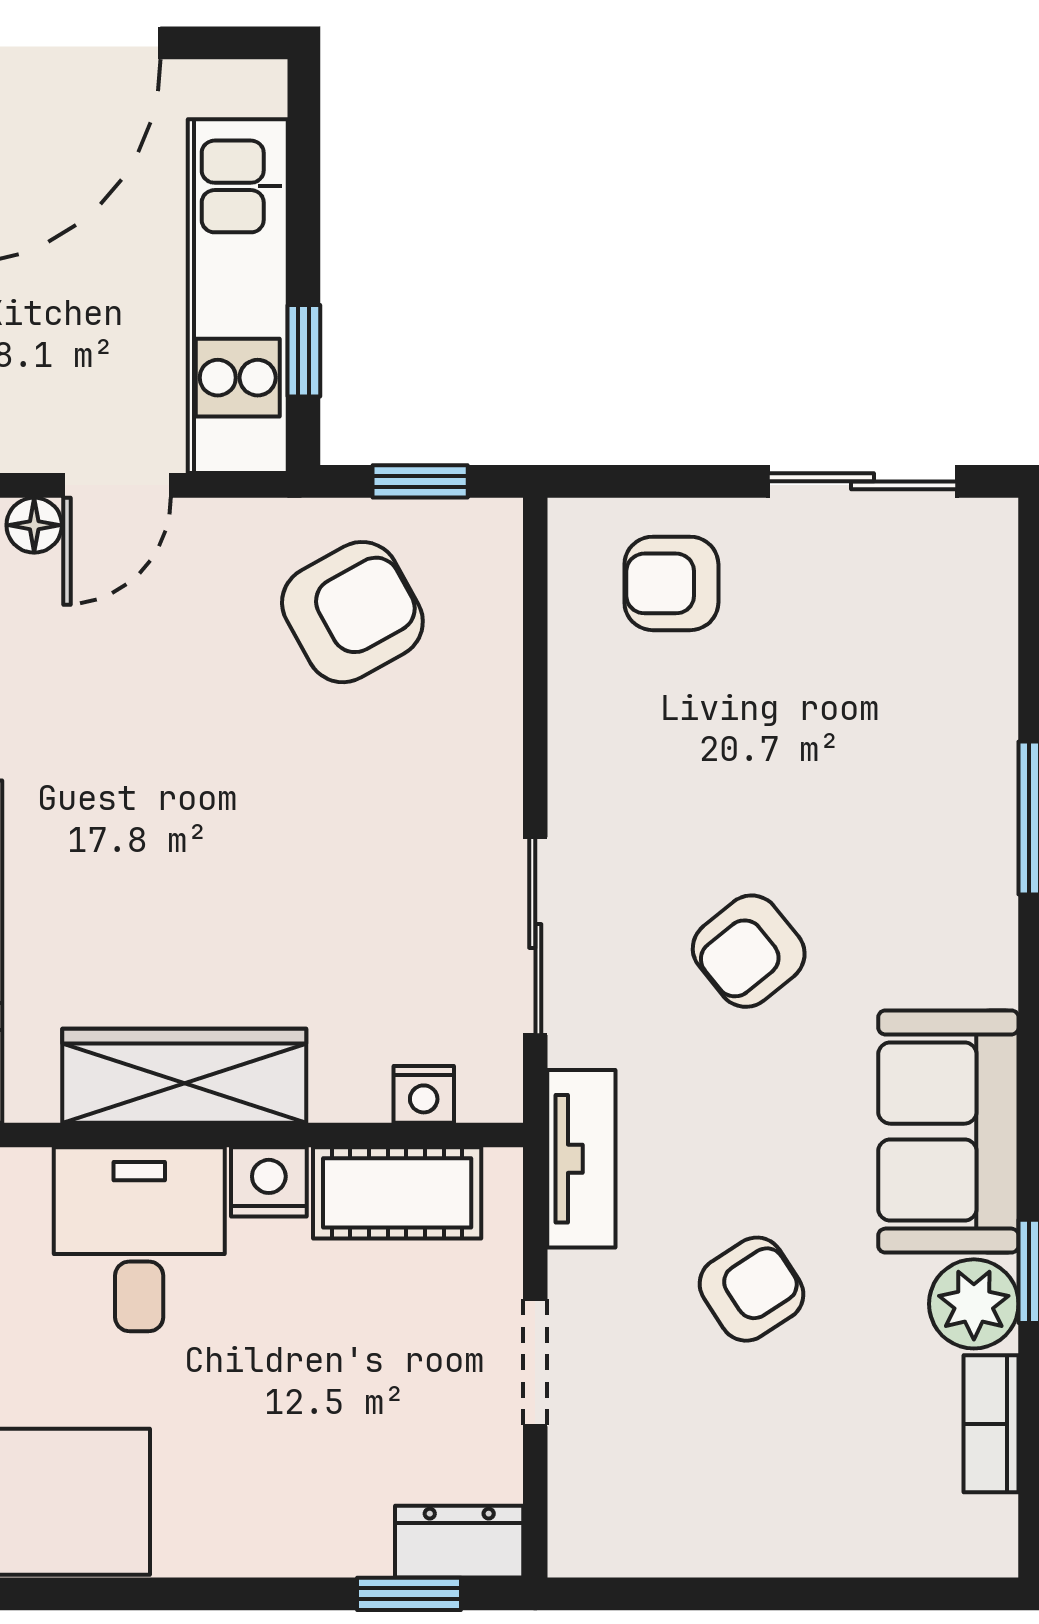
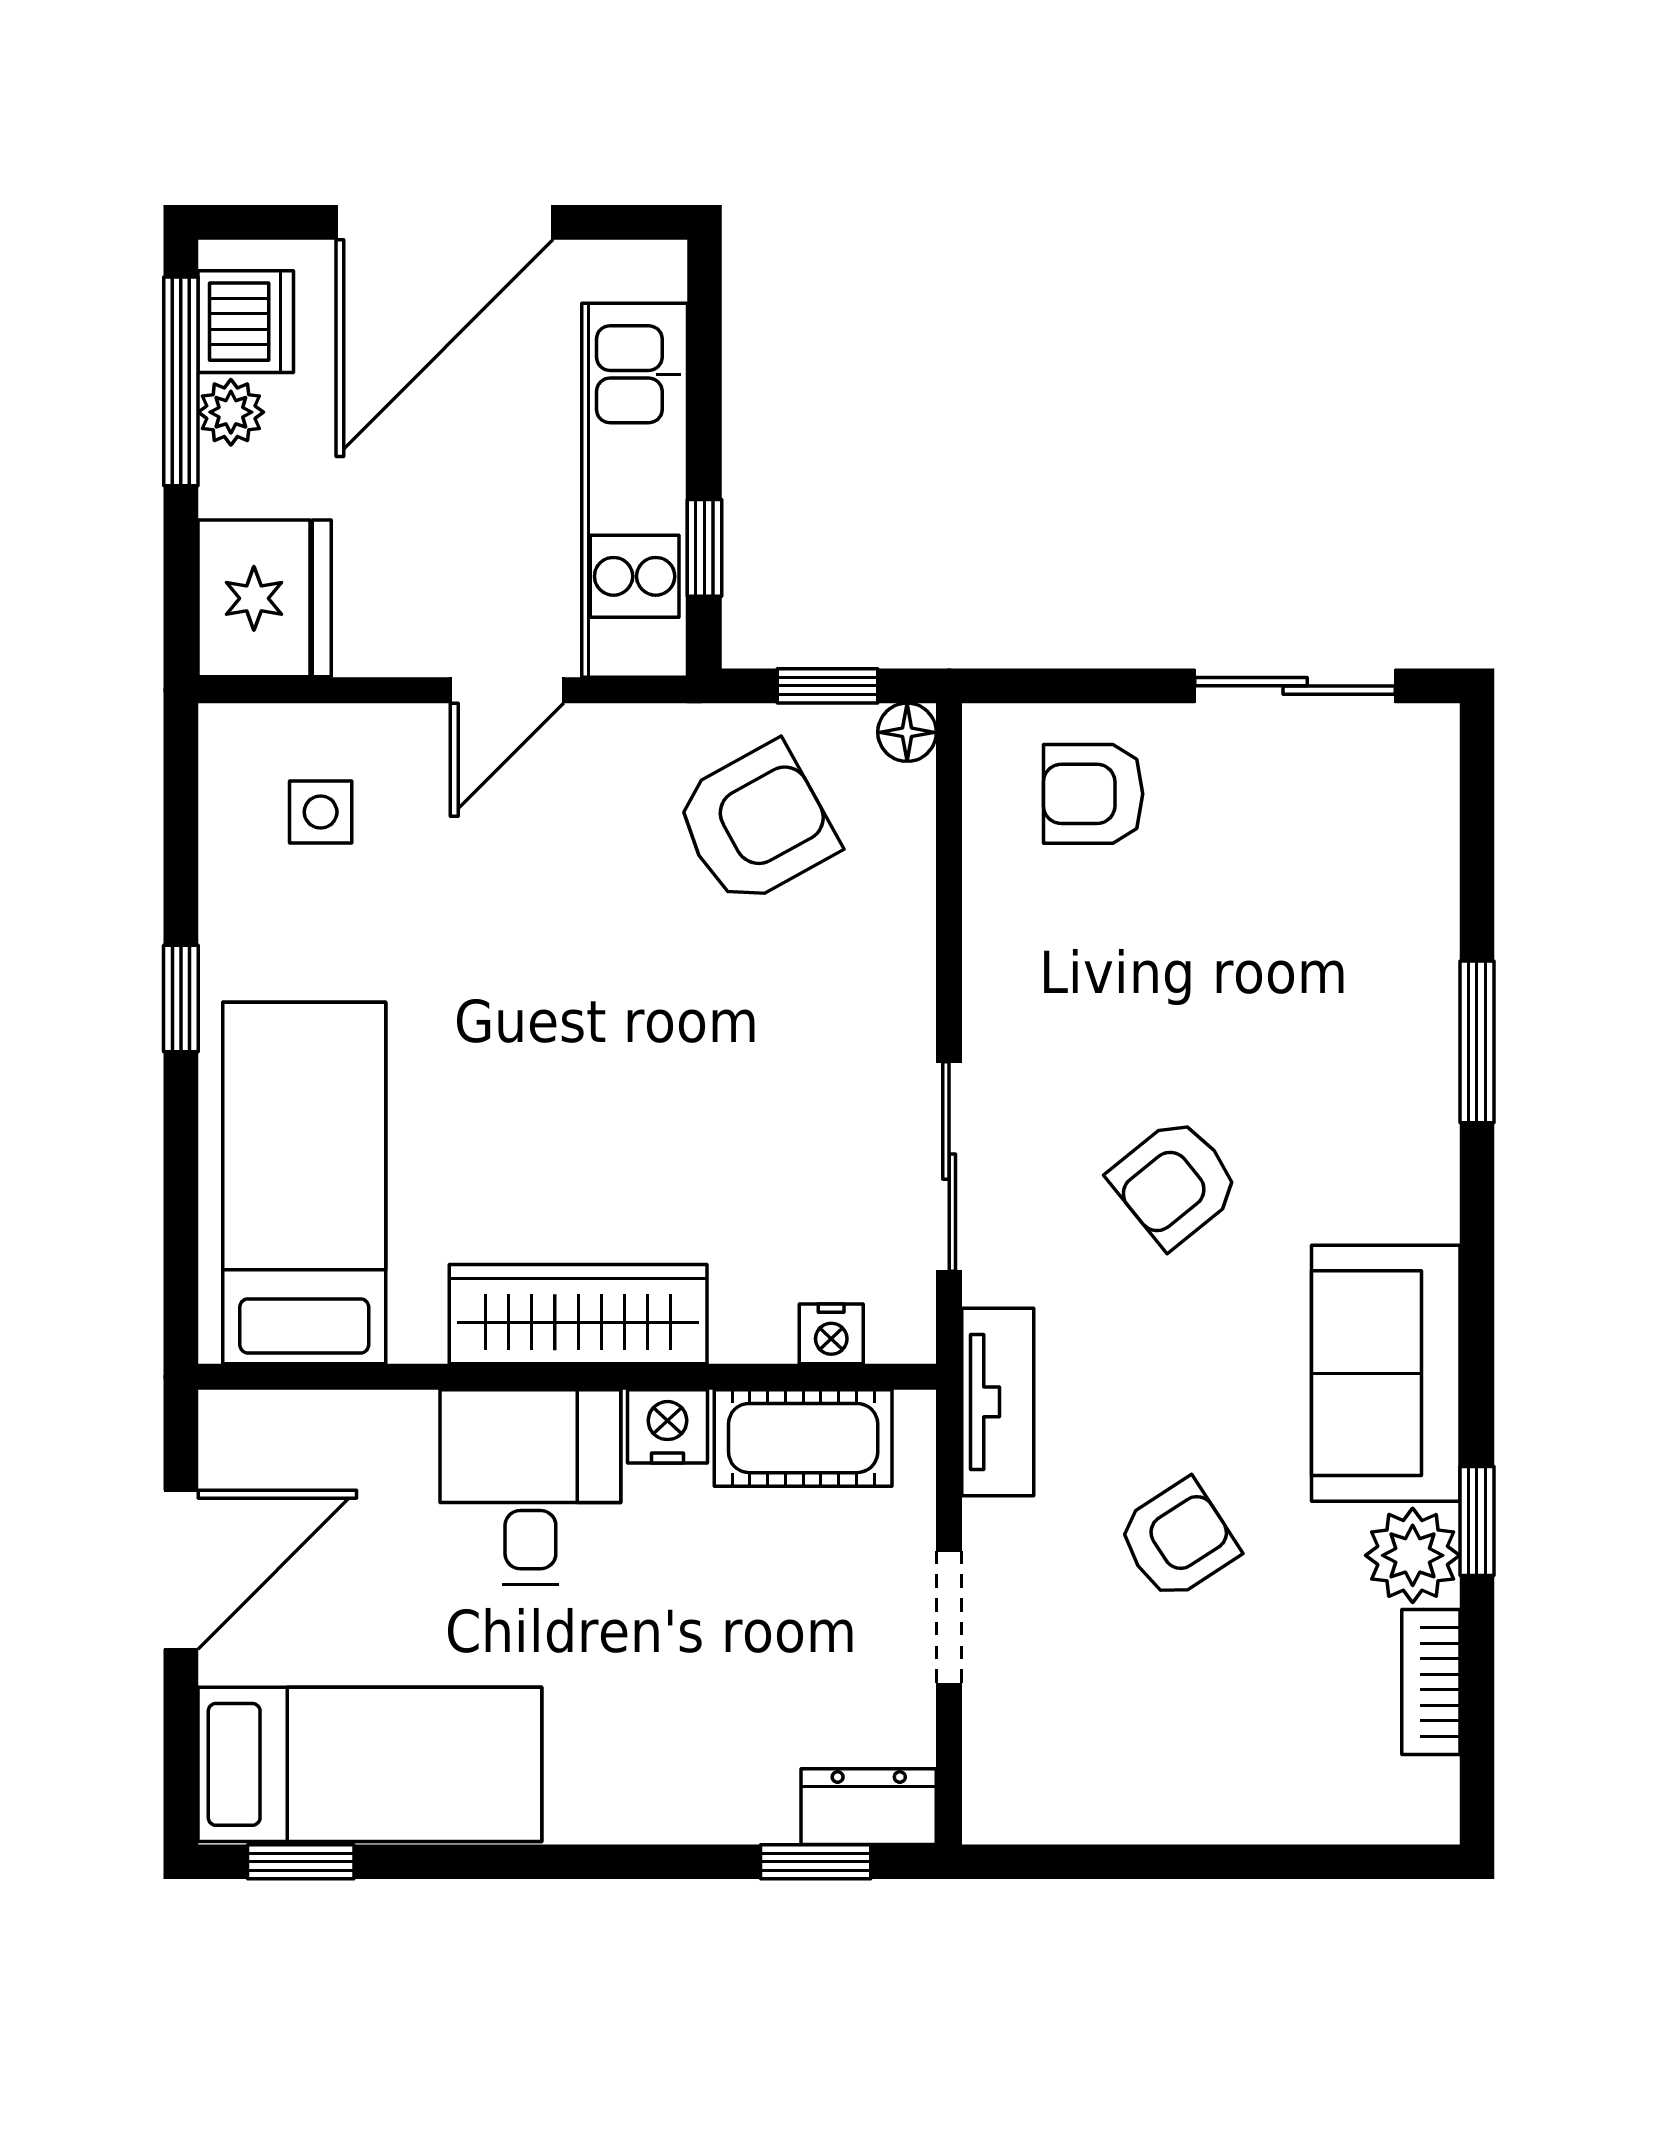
floor lamp: (34, 525) -> (907, 732), moved

